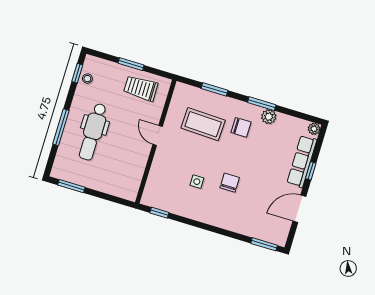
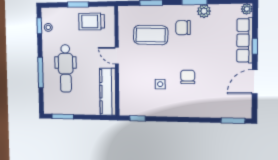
chair: (241, 127) -> (183, 28), turned 180
kitchen counter: (134, 173) -> (108, 92), added

